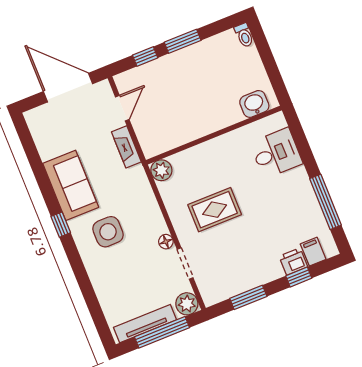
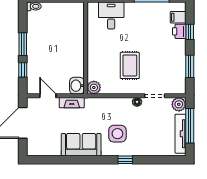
washbasin: (254, 104) -> (77, 86), moved
window: (61, 225) -> (125, 160), moved

